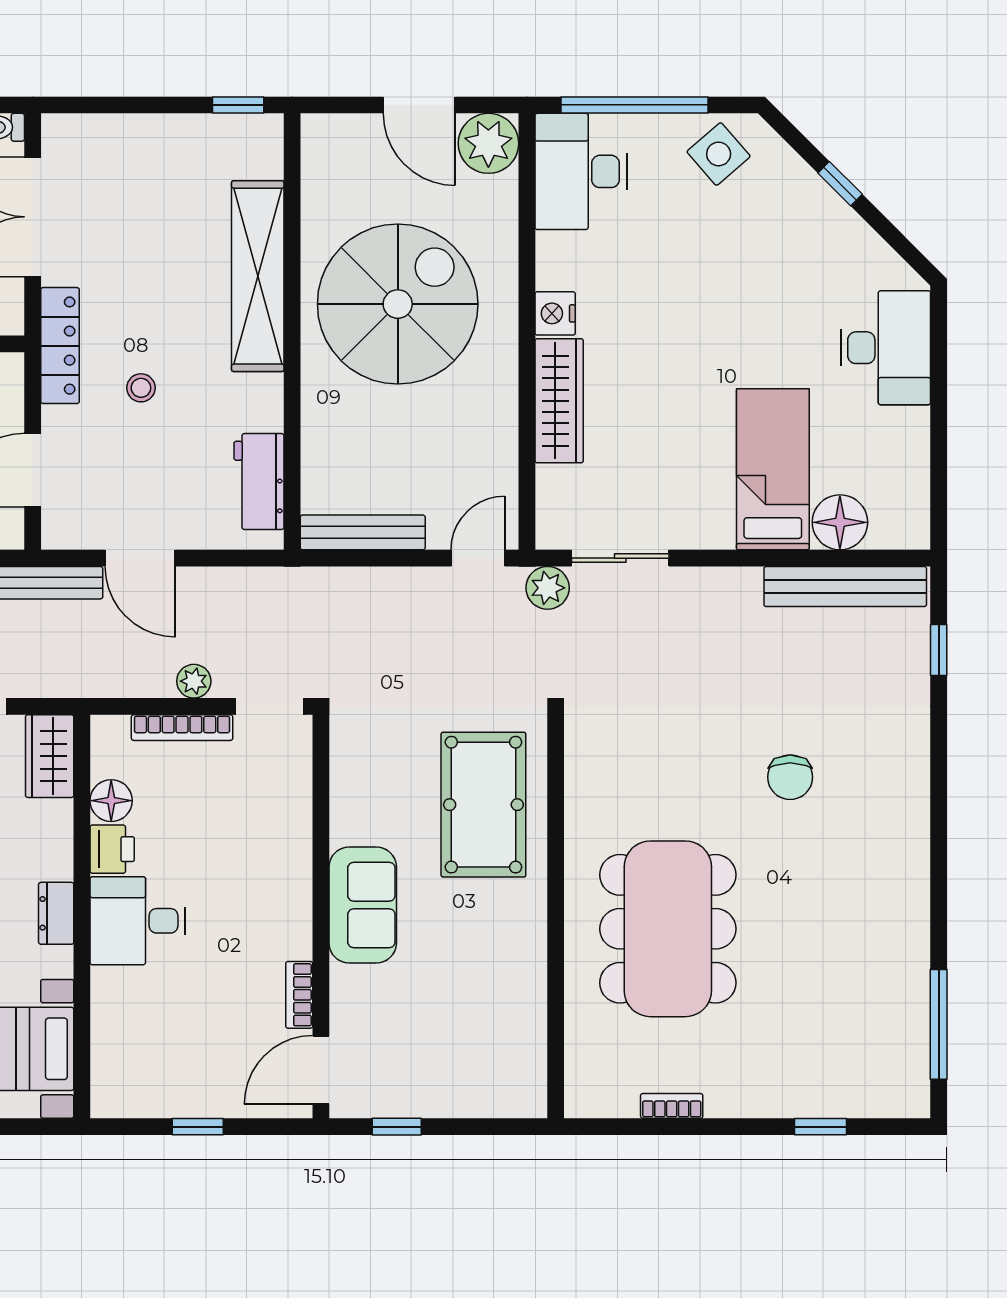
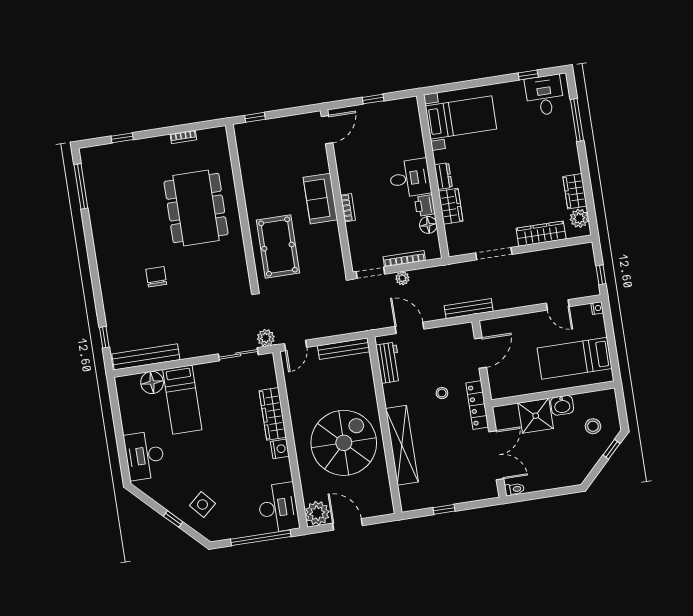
window: (238, 105) -> (444, 509), moved
side table: (719, 154) -> (203, 505), moved
spiral stairs: (398, 304) -> (344, 443), turned 180
door: (140, 558) -> (409, 328), moved
wardrobe: (50, 756) -> (451, 206), moved
bookcase: (299, 995) -> (348, 208), moved
window: (397, 1127) -> (255, 117), moved

